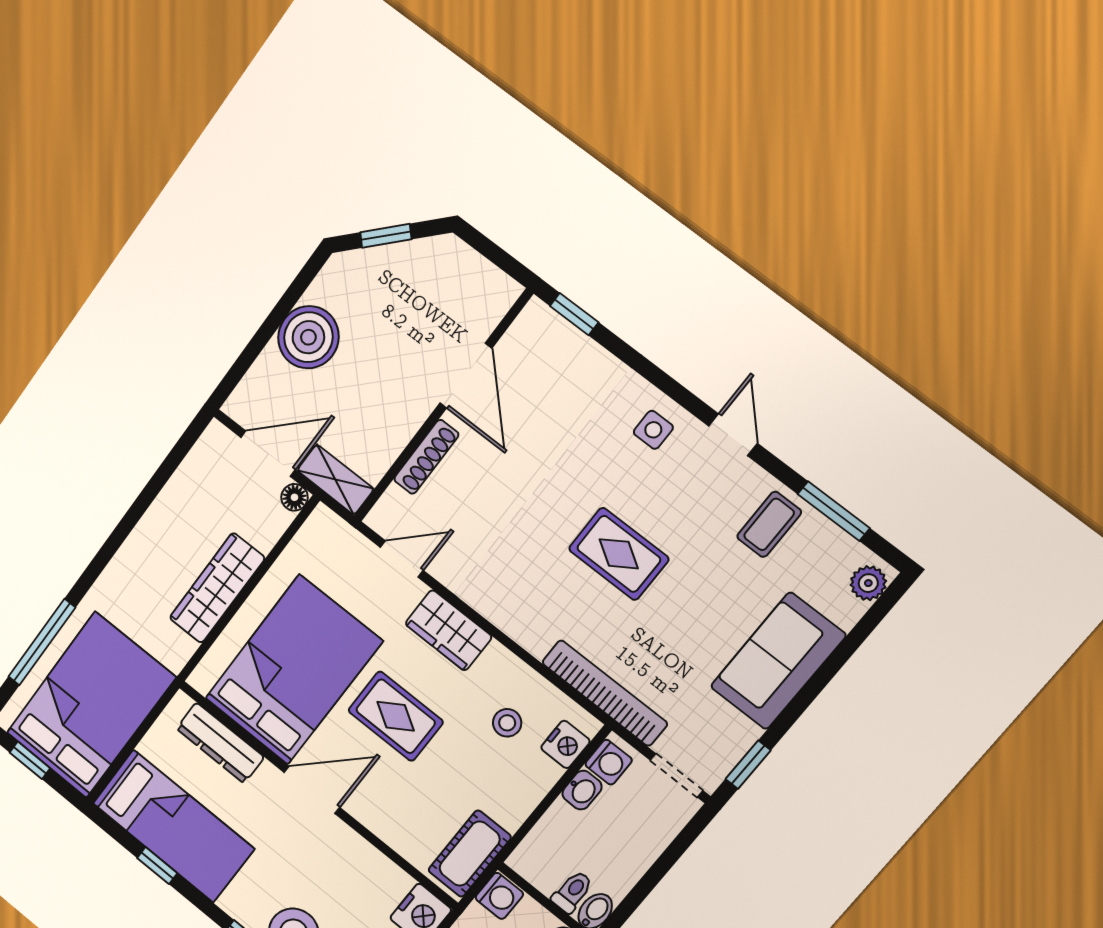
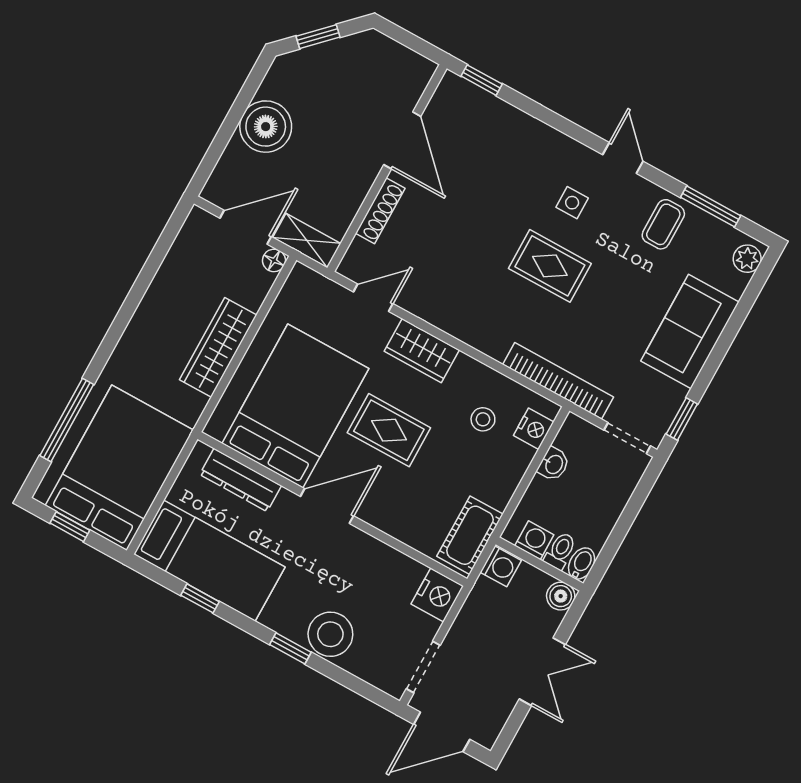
side table: (653, 430) -> (572, 203), moved
washing machine: (609, 762) -> (534, 540), moved, turned -90

